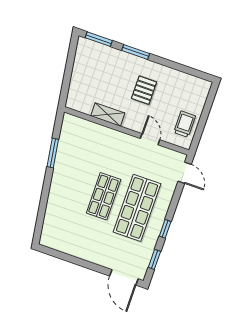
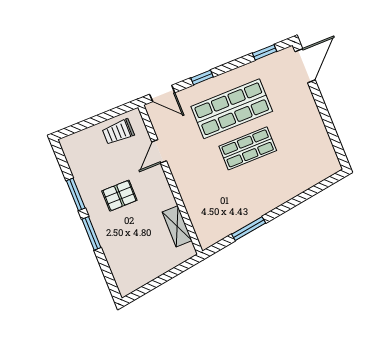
window: (99, 39) -> (76, 194), moved
shelving: (108, 114) -> (177, 226), moved
door: (185, 173) -> (162, 93), swing flipped
window: (165, 229) -> (202, 77), moved

